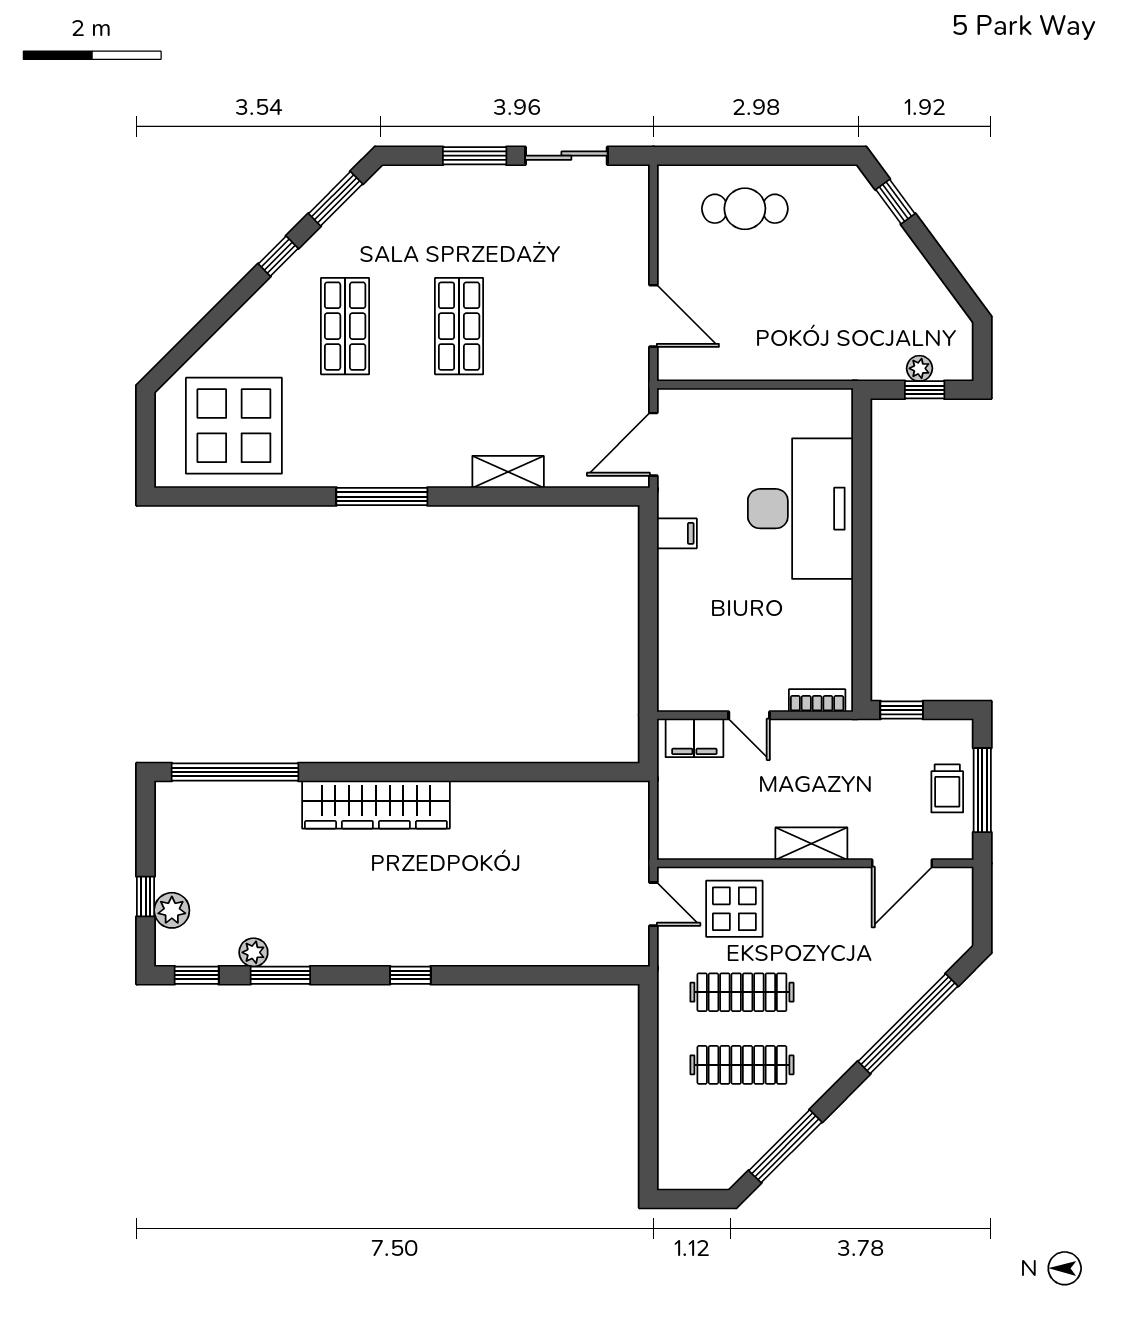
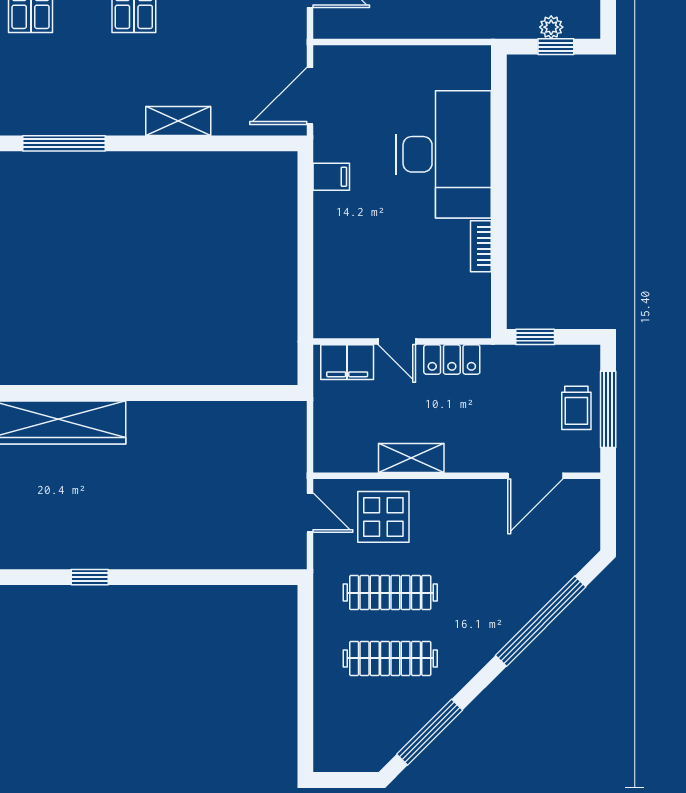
bookcase: (817, 700) -> (481, 246), moved, turned -90
locker: (810, 735) -> (452, 359), added
shelving: (811, 844) -> (411, 458), moved

